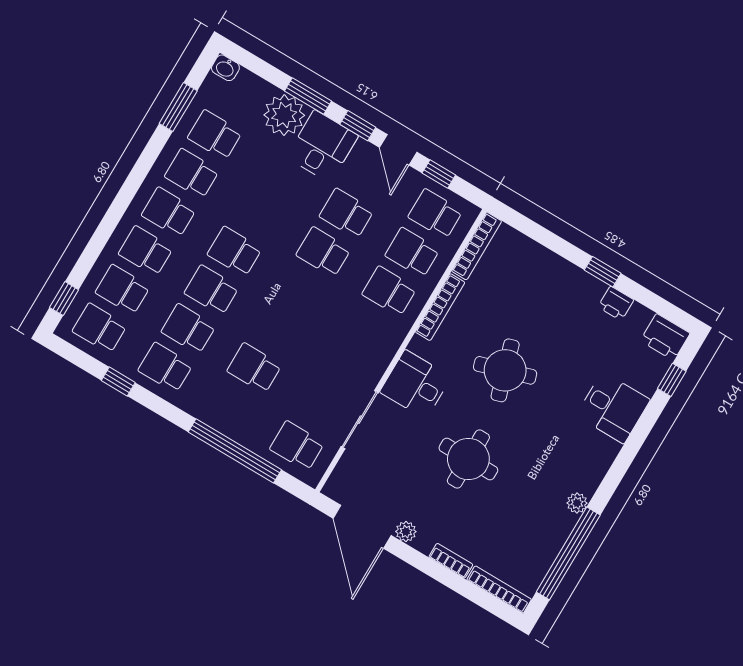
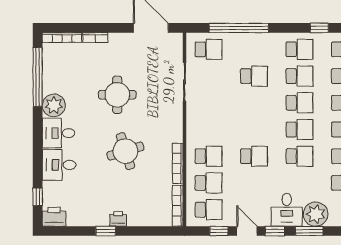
school desk: (346, 213) -> (299, 156), moved
printer: (616, 303) -> (118, 219), moved
desk: (416, 385) -> (59, 133), moved, turned 180
plant: (577, 503) -> (54, 105), width x1.88, depth x1.88
plant: (406, 532) -> (127, 39), removed

